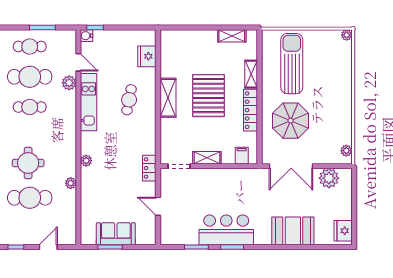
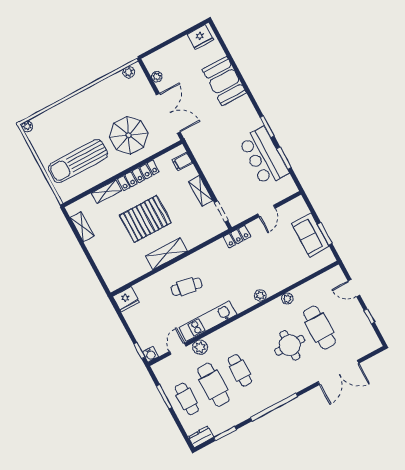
fridge: (147, 56) -> (126, 299), moved
plant: (329, 178) -> (157, 77), width x0.53, depth x0.53
bar counter: (226, 230) -> (264, 156), moved

